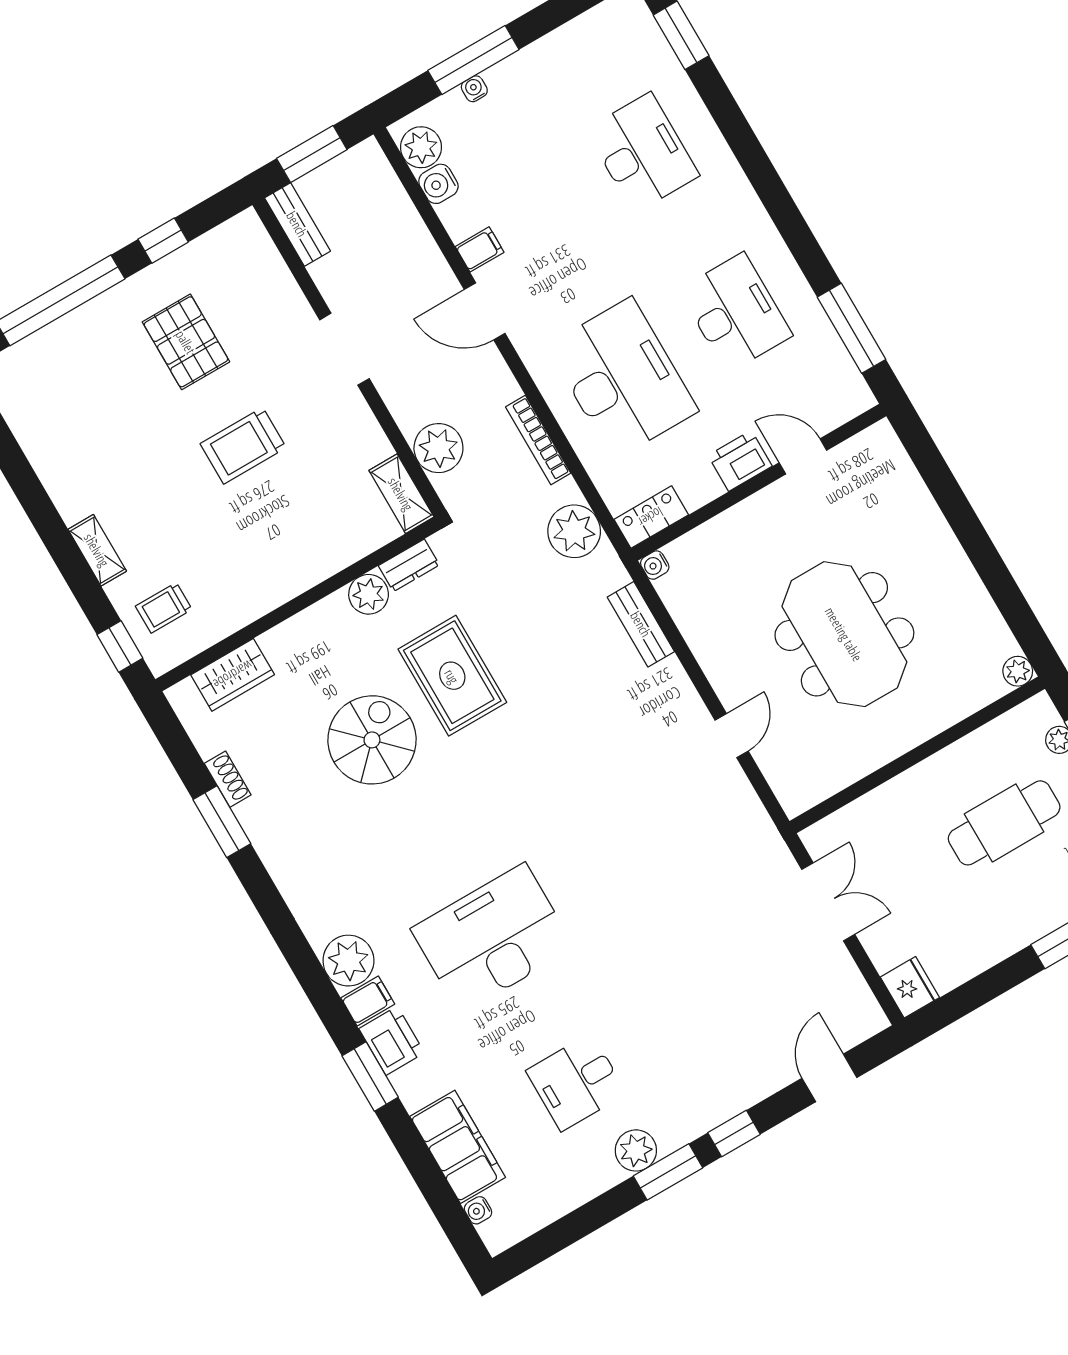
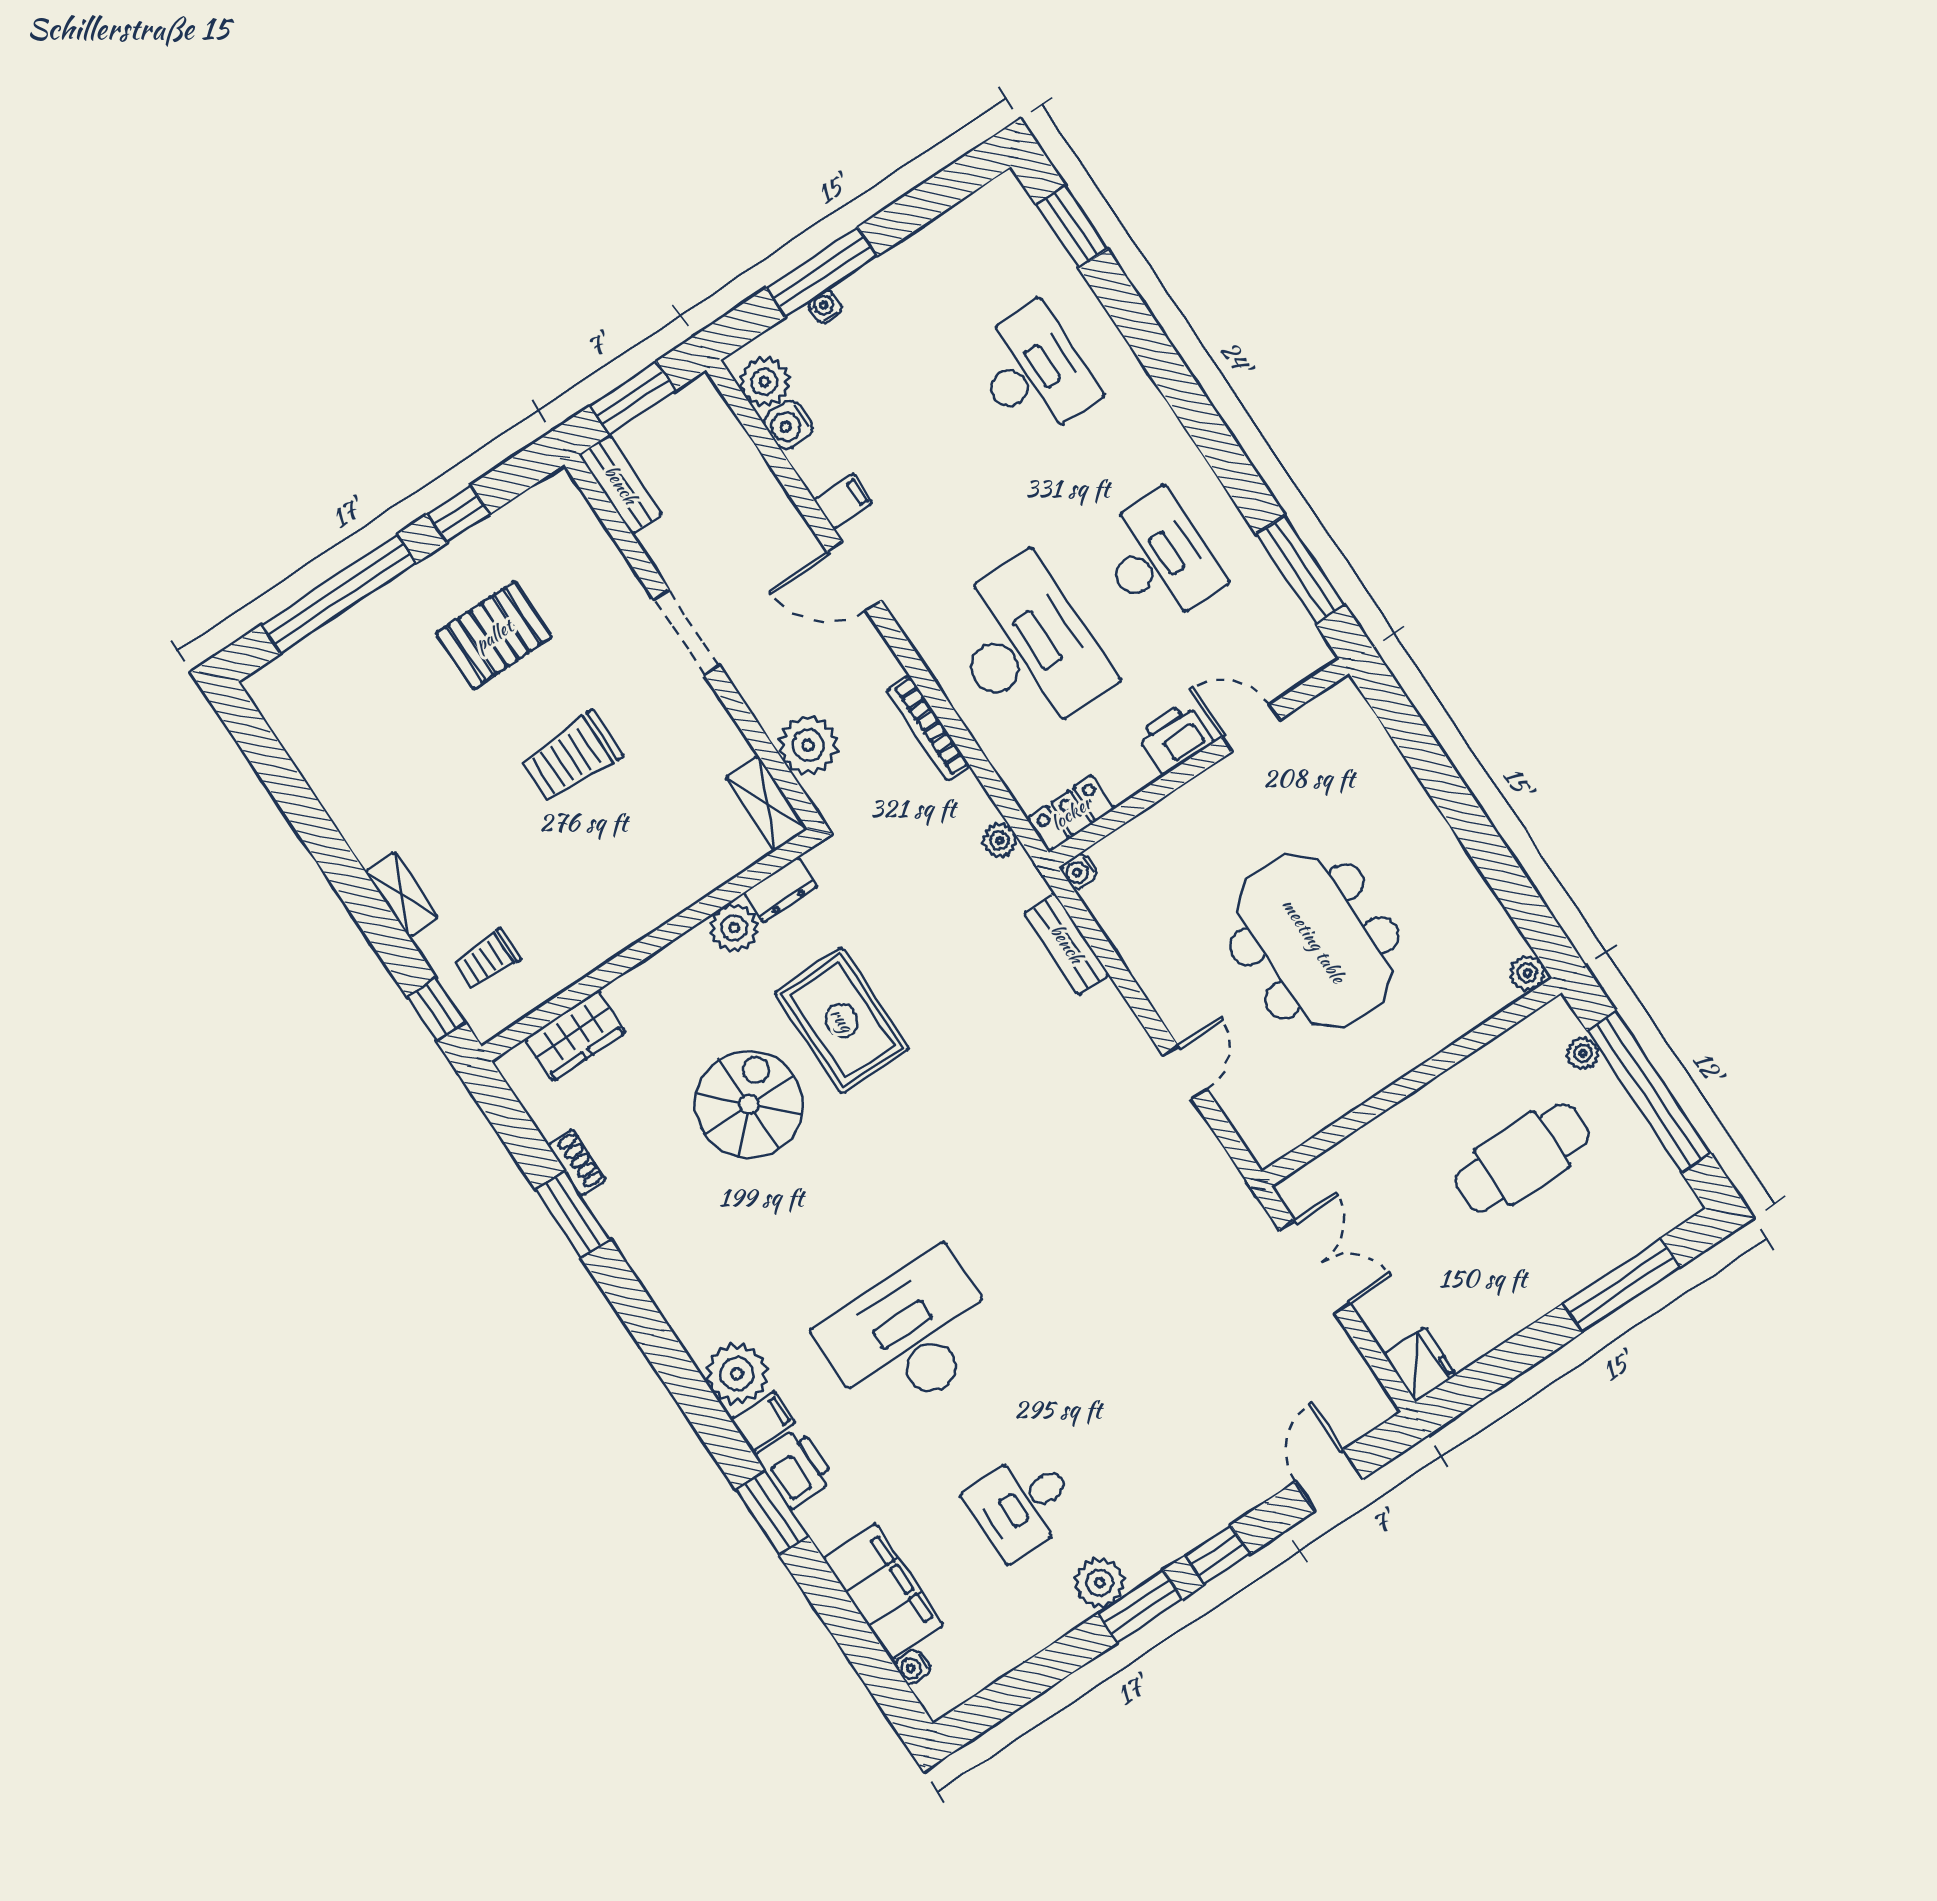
pallet: (186, 342) -> (494, 635), turned 90
plant: (574, 531) -> (1000, 840), width x0.53, depth x0.53

